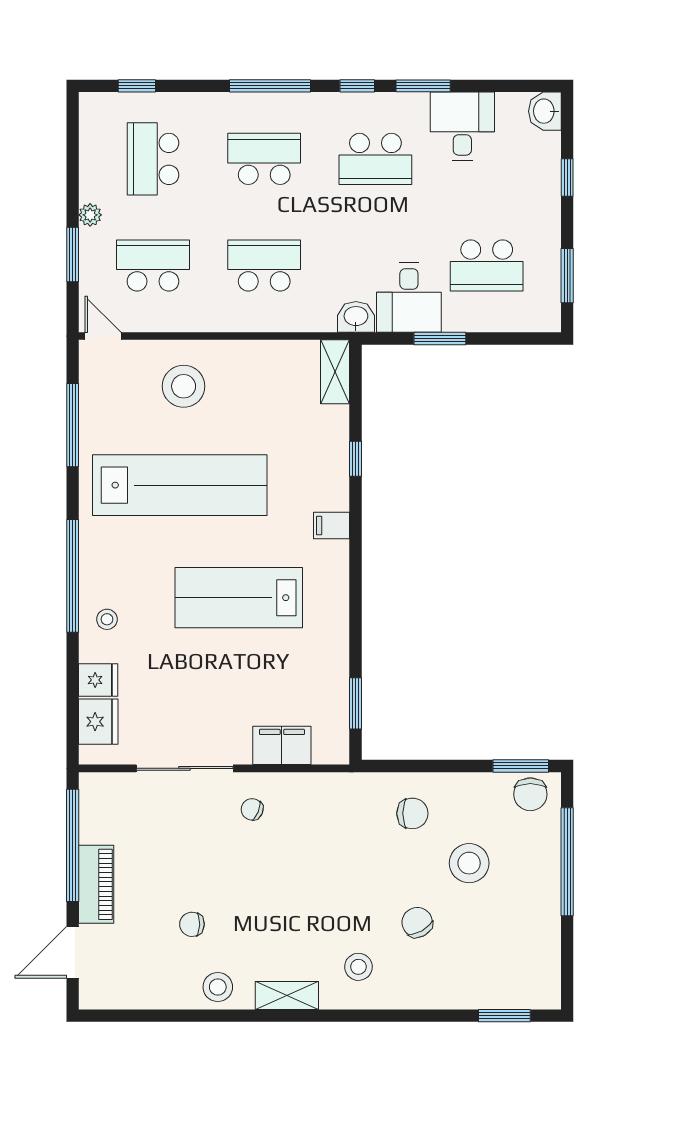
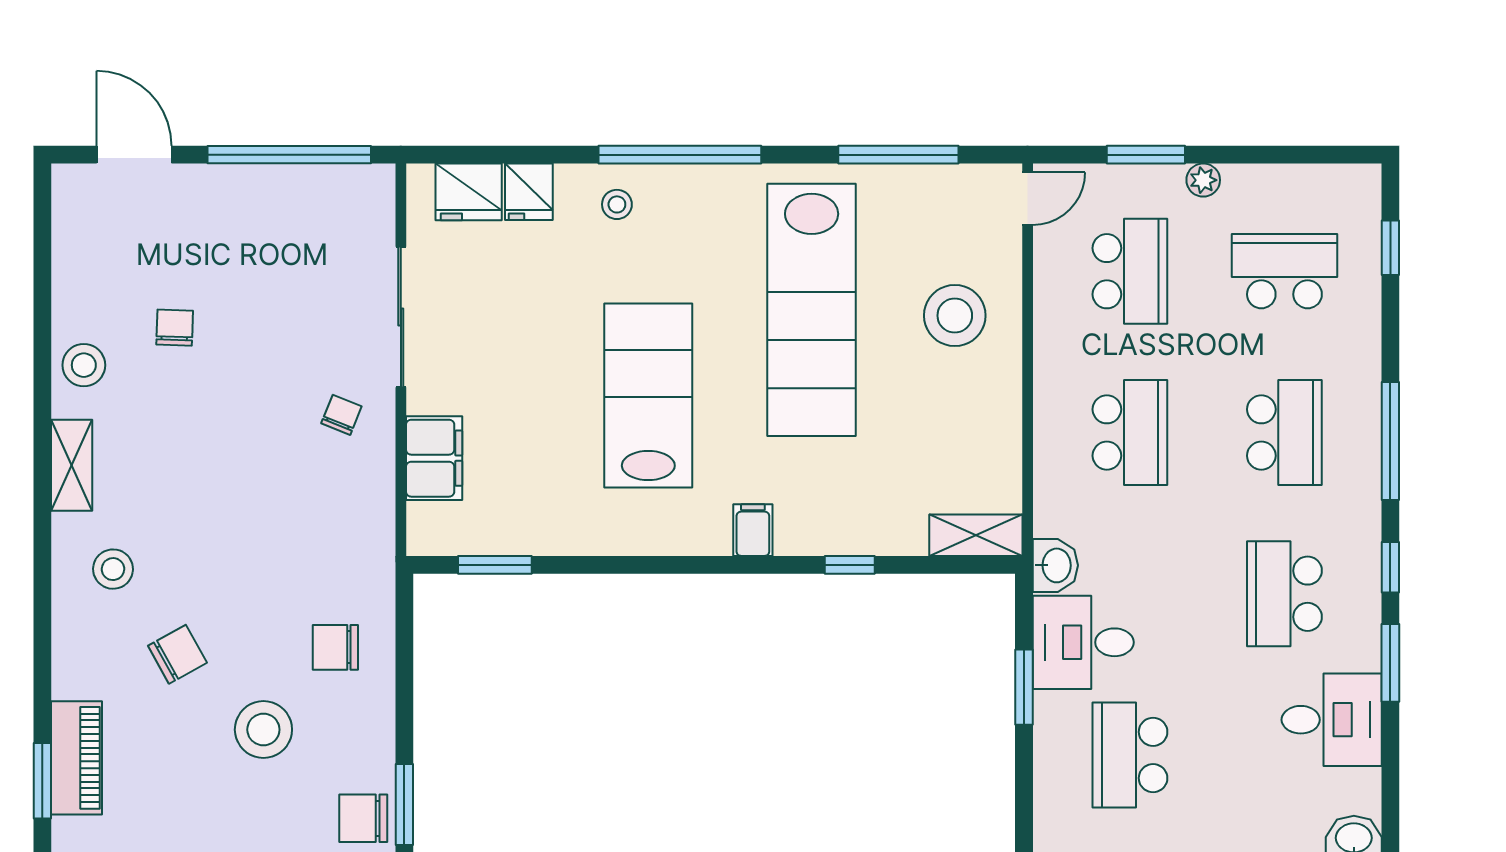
chair: (412, 813) -> (335, 647), turned 90
piano: (96, 884) -> (76, 758), moved, turned -90

